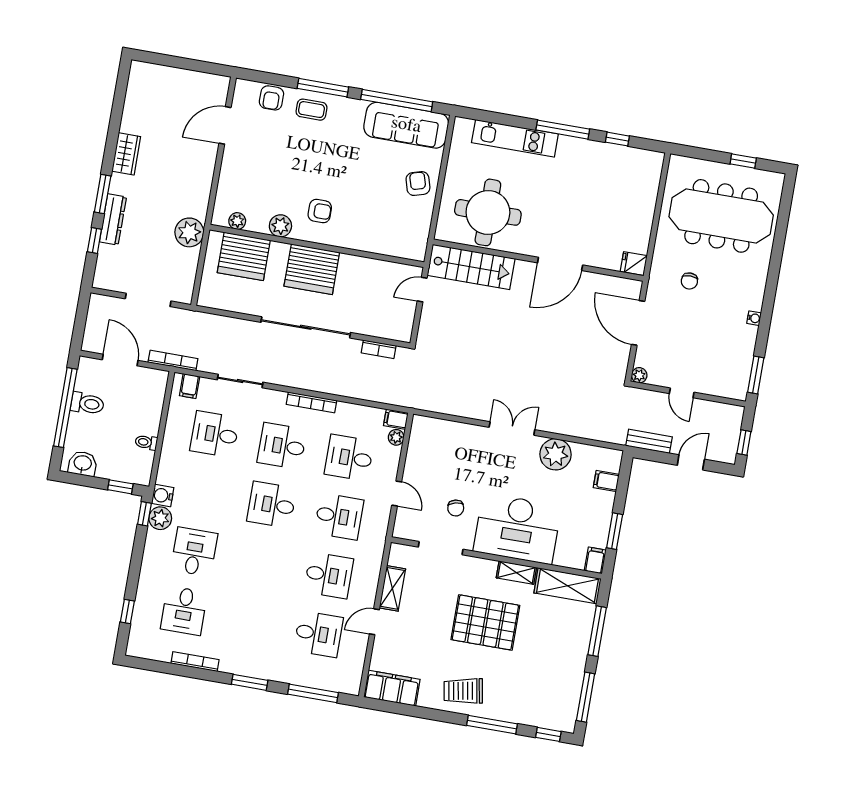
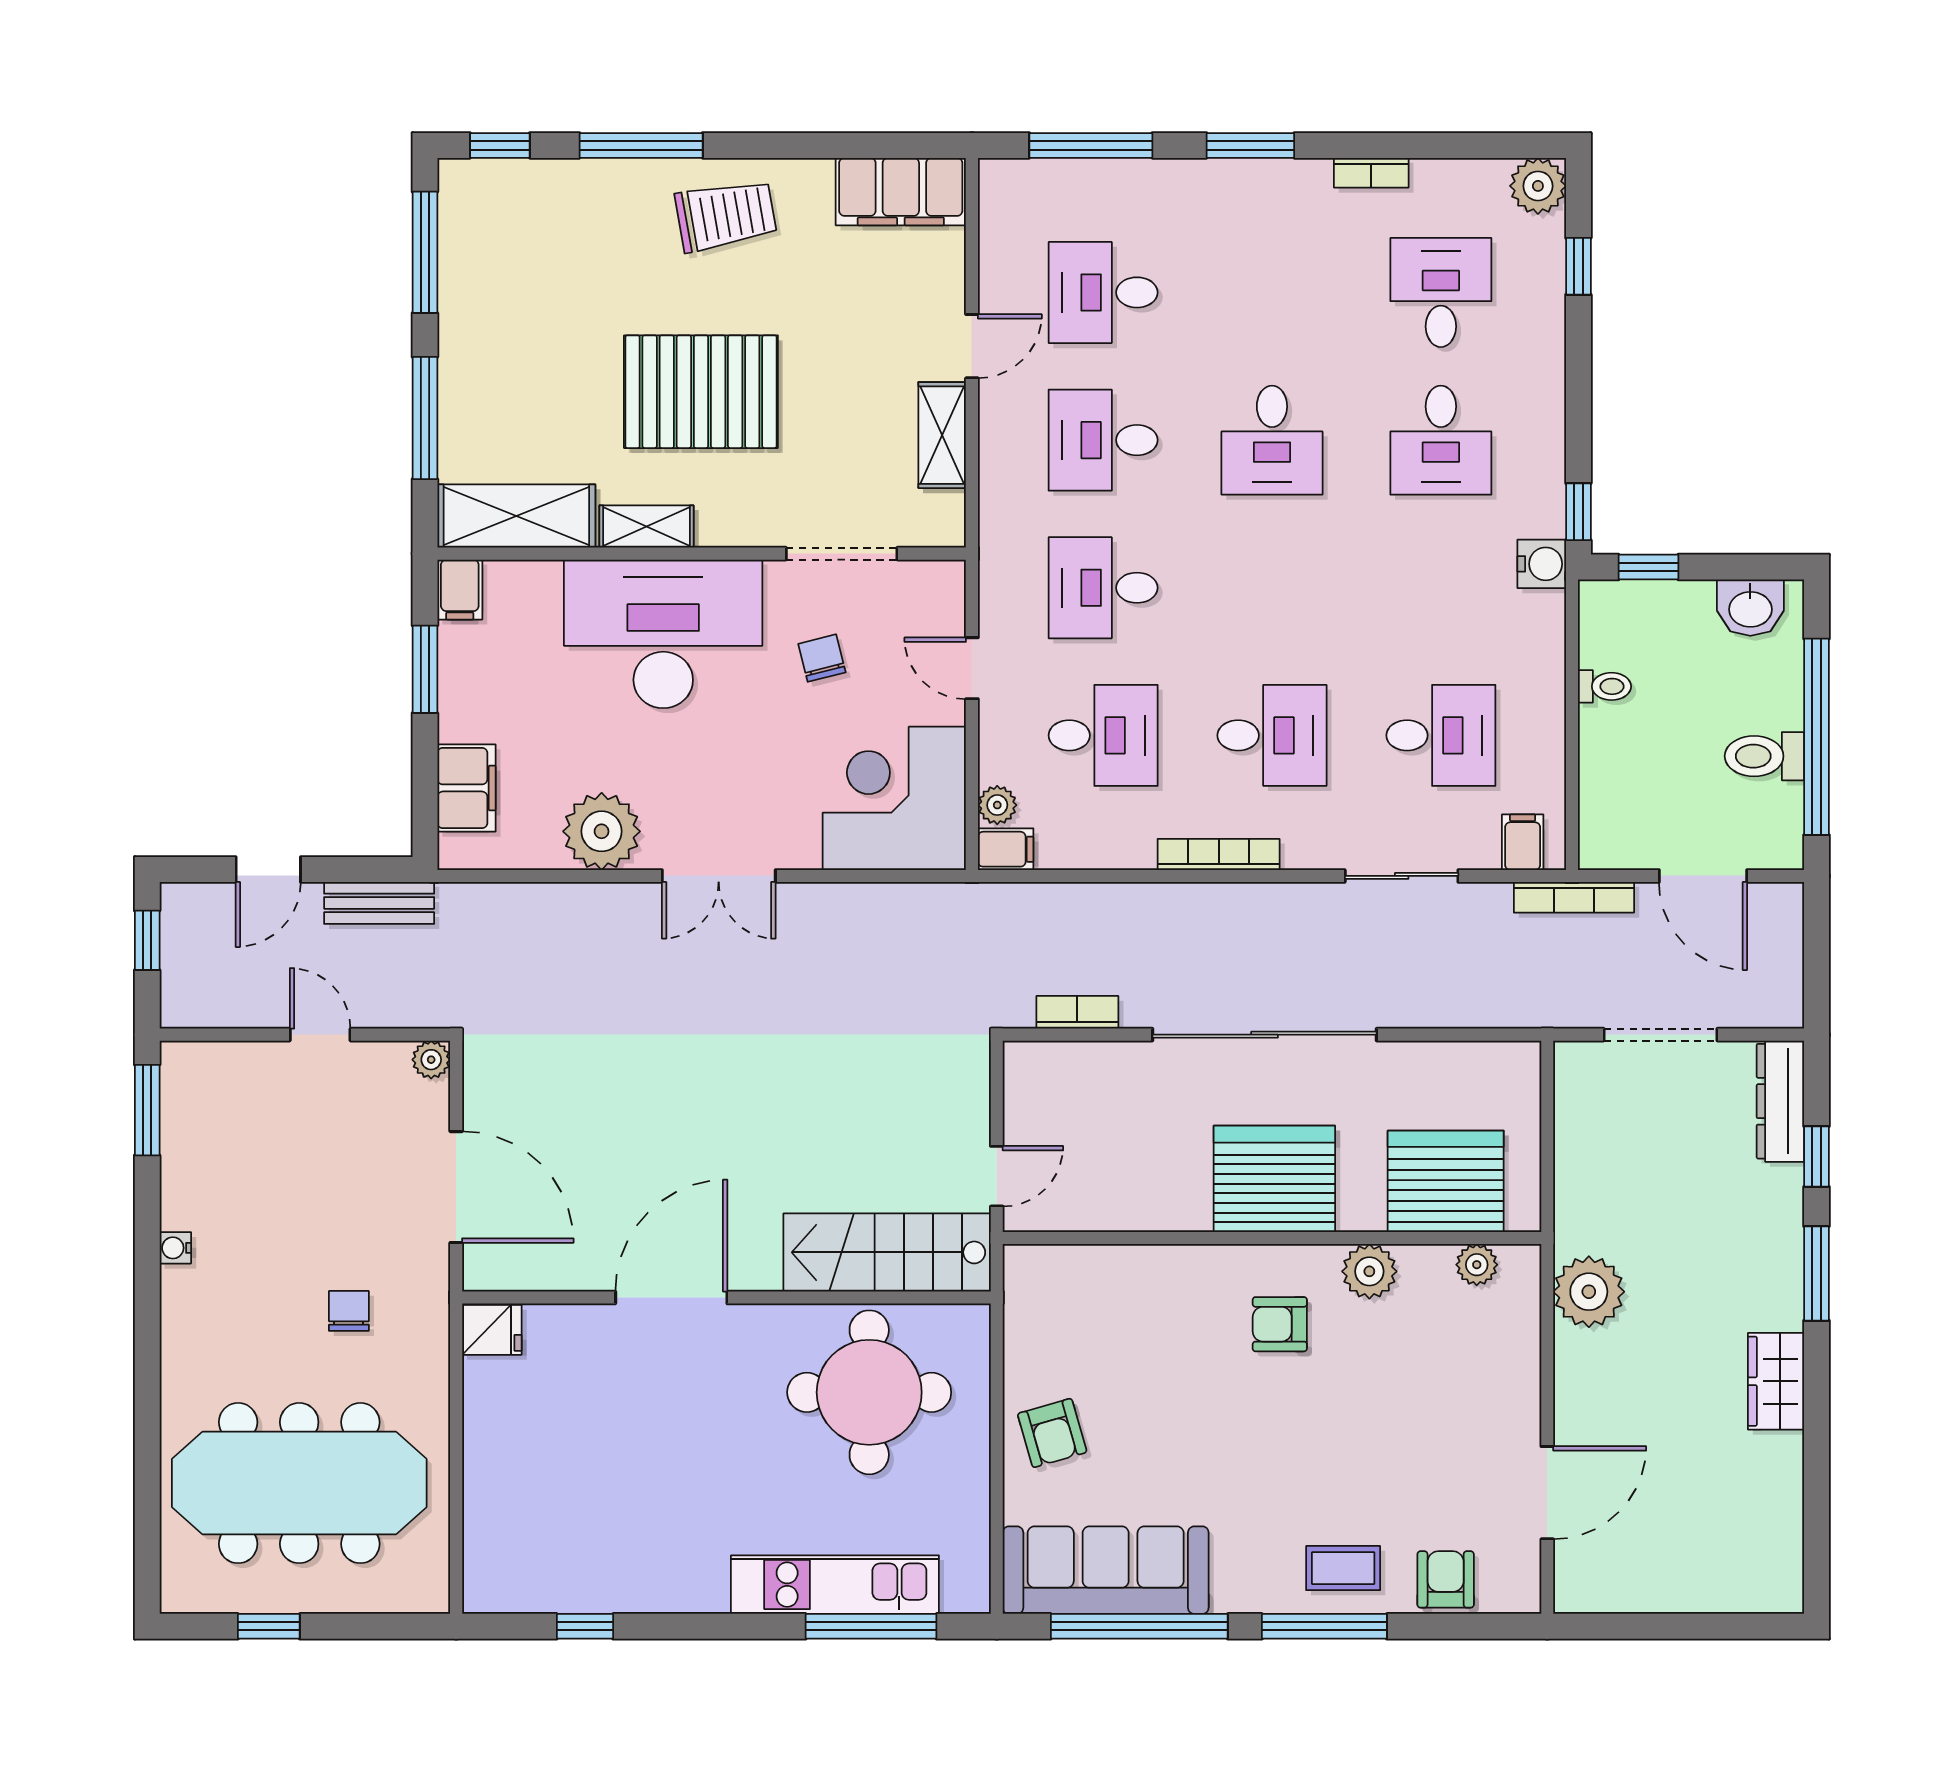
window: (563, 130) -> (871, 1626), moved
dresser: (113, 219) -> (1780, 1101), moved
plant: (189, 232) -> (1589, 1292), moved
corner desk: (437, 447) -> (894, 798), added
filing cabinet: (606, 481) -> (466, 788), width x2.00
desk: (272, 505) -> (1272, 440), moved, turned 90
plant: (160, 518) -> (1538, 186), moved
bookcase: (195, 662) -> (1371, 173), width x0.64

